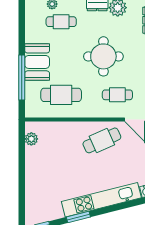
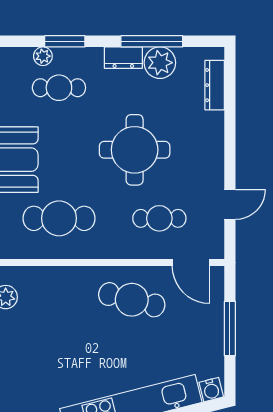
cafe table: (102, 140) -> (132, 300), turned 38

